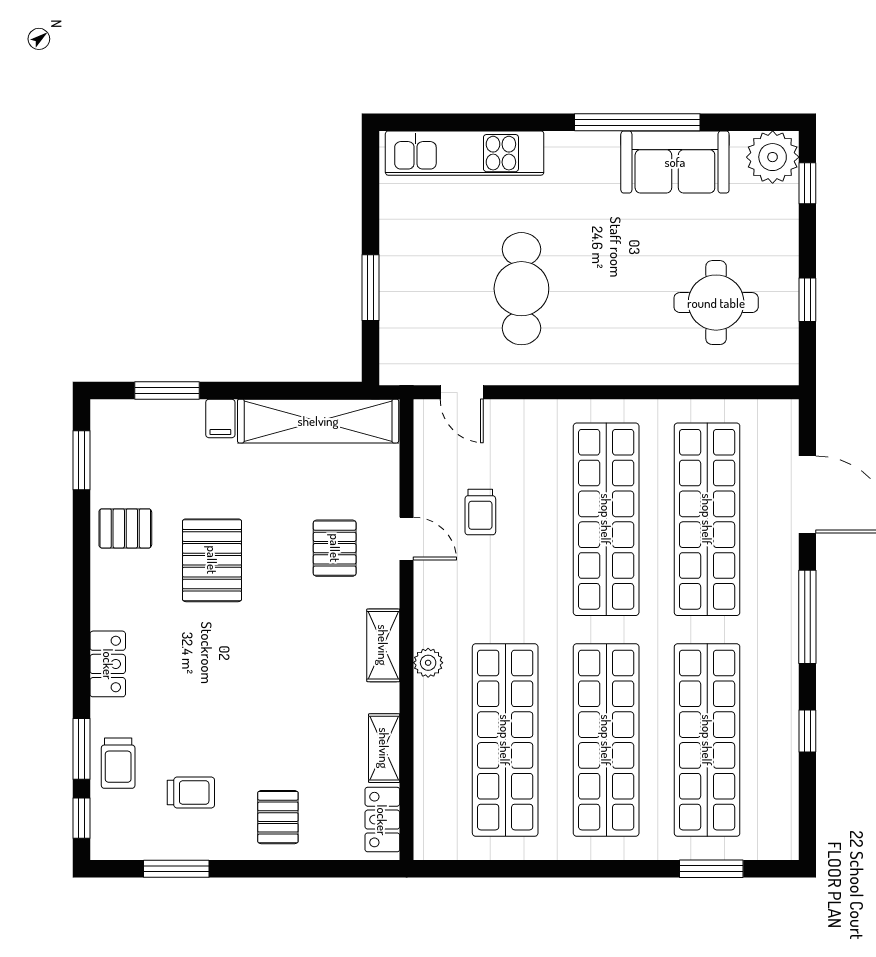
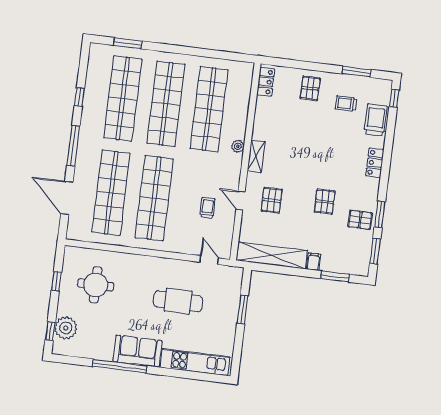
plant: (773, 157) -> (66, 328), moved
sofa: (675, 162) -> (138, 351), moved
cafe table: (521, 289) -> (178, 301), turned 90
pallet: (212, 560) -> (325, 202), width x0.67, depth x0.71
shelving: (384, 748) -> (261, 112), removed
window: (81, 749) -> (380, 214), moved
trolley: (118, 763) -> (376, 120), width x1.36, depth x1.39

